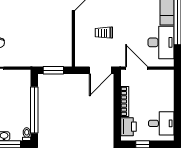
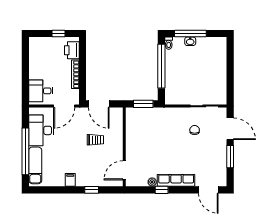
door: (137, 68) -> (64, 106), hinge flipped
door: (100, 70) -> (99, 104), swing flipped
desk: (161, 123) -> (41, 91), moved

